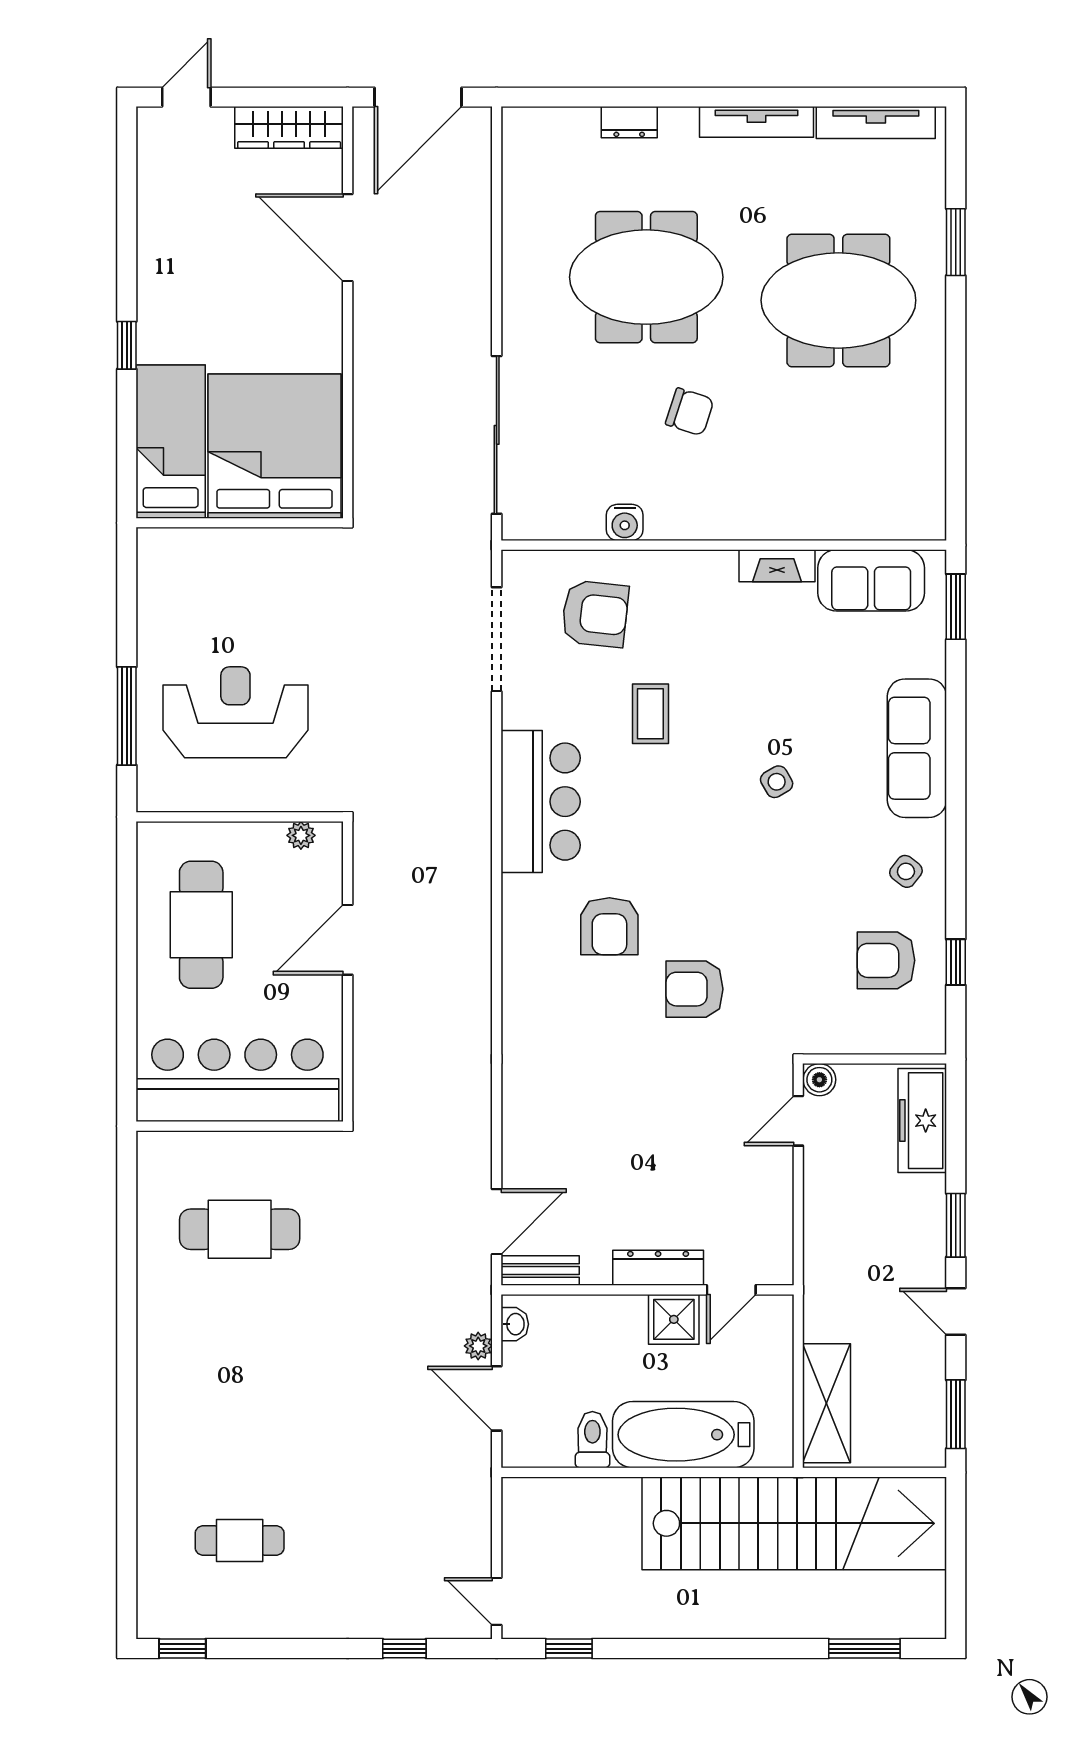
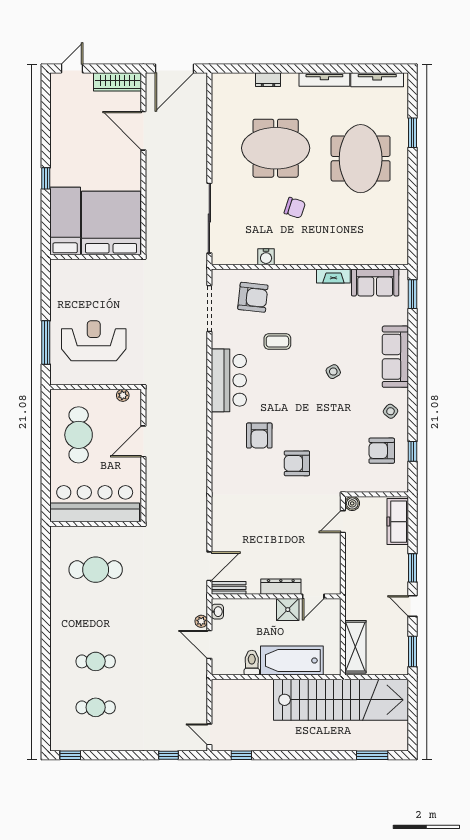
meeting table: (838, 300) -> (361, 159), turned 90
coffee table: (650, 714) -> (277, 342), turned 90
cafe table: (240, 1437) -> (96, 661), added

